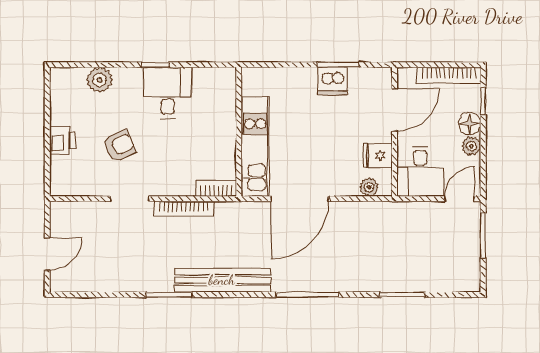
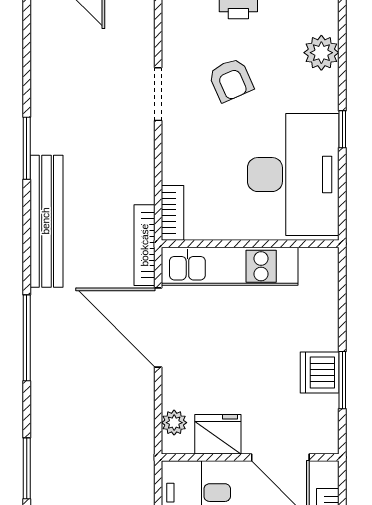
desk: (168, 93) -> (293, 175), width x1.87, depth x1.30
fridge: (378, 155) -> (218, 434), width x1.38
bookcase: (183, 209) -> (145, 245), moved

